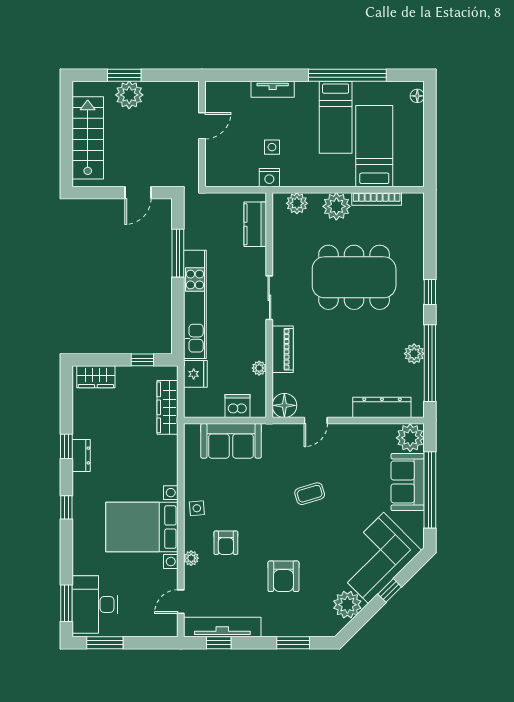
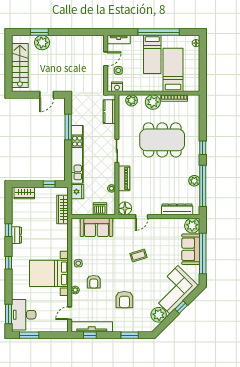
door: (202, 126) -> (106, 59), moved
wall: (202, 134) -> (106, 63), moved

